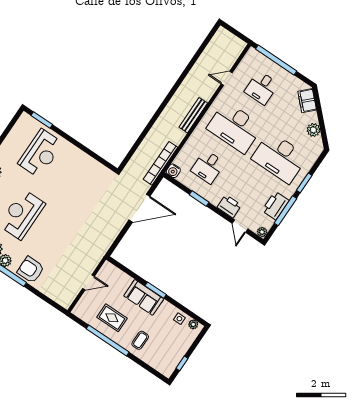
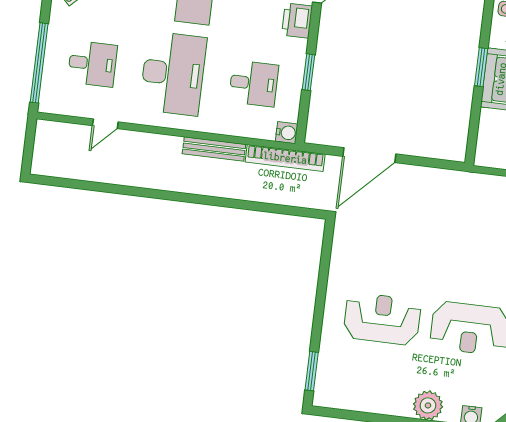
door: (227, 78) -> (105, 124), hinge flipped
bench: (193, 115) -> (214, 149), moved
reception desk: (40, 153) -> (382, 319), moved
door: (139, 208) -> (369, 155), swing flipped

